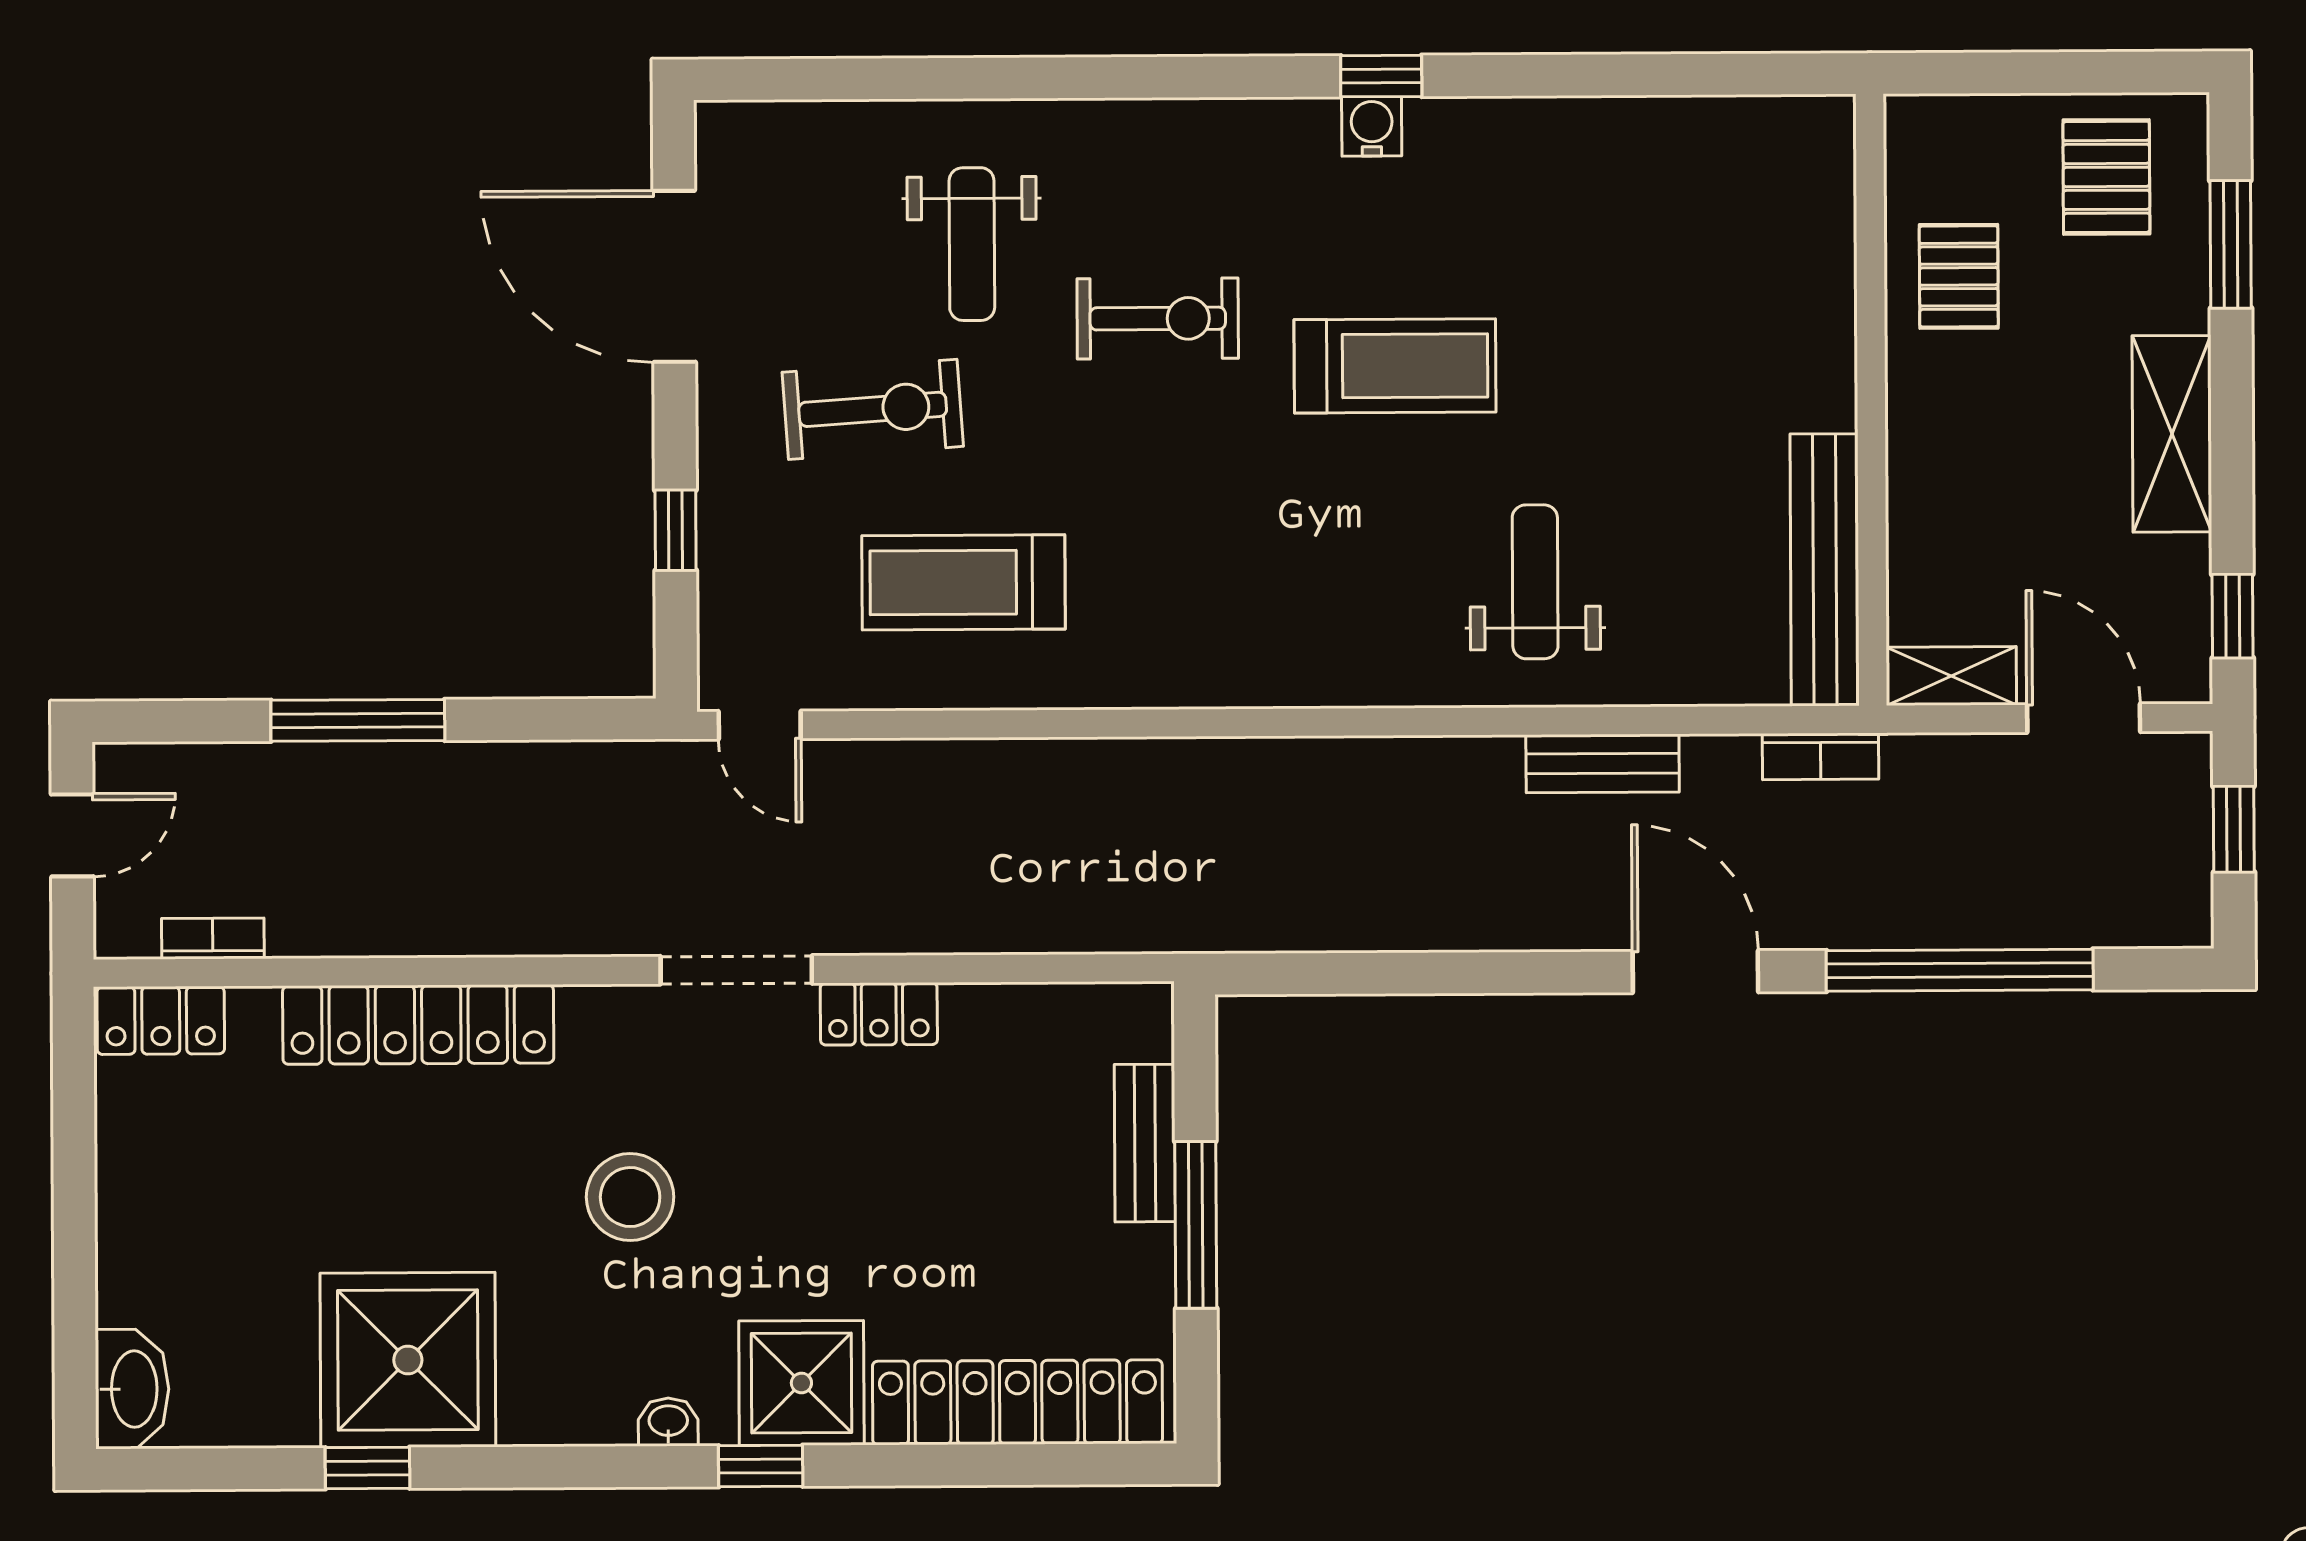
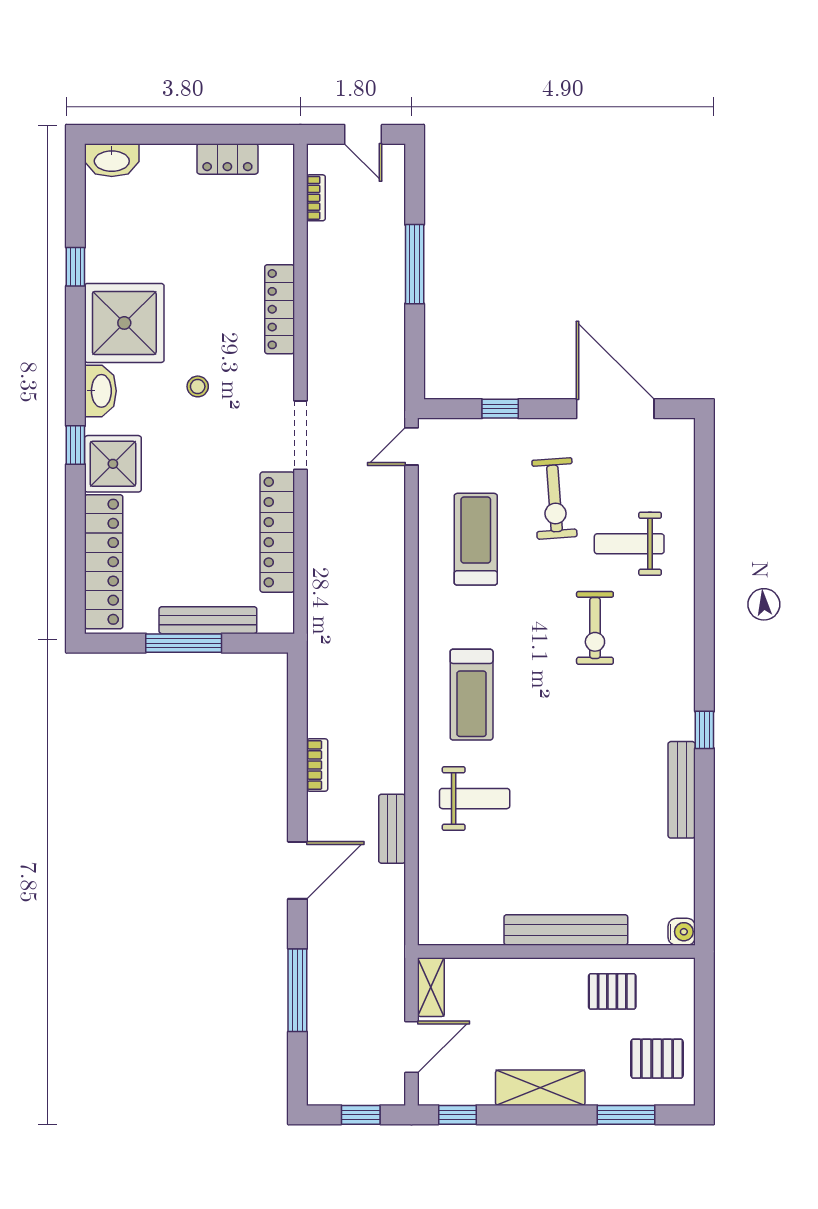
water cooler: (1372, 126) -> (682, 932), moved
bench: (1513, 126) -> (682, 790), added
door: (674, 276) -> (615, 409), hinge flipped
treadmill: (1395, 366) -> (472, 695), moved
bench: (1825, 570) -> (566, 930), moved
bookcase: (1821, 756) -> (317, 765), moved, turned 180
window: (1960, 970) -> (297, 990), width x0.68
locker: (879, 1014) -> (277, 532), width x2.16, depth x1.21
locker: (161, 1020) -> (227, 159), moved, turned -90
locker: (418, 1024) -> (280, 309), width x0.71, depth x0.83
bench: (1145, 1143) -> (208, 620), width x1.36
stool: (630, 1197) -> (198, 386), width x0.53, depth x0.53
shower: (408, 1360) -> (124, 323), moved
washbasin: (668, 1422) -> (100, 391), width x1.91, depth x1.45

